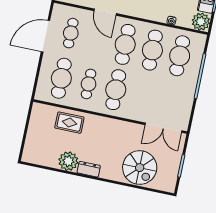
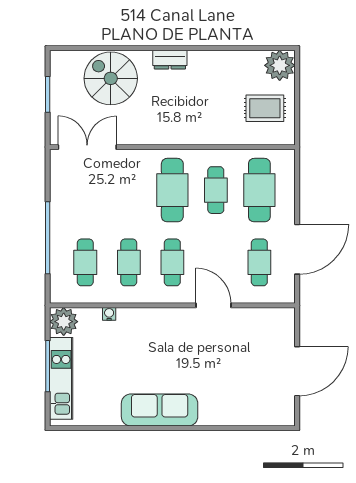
cafe table: (125, 44) -> (172, 262), width x0.73, depth x0.74
cafe table: (152, 50) -> (129, 262), width x0.73, depth x0.74
cafe table: (180, 56) -> (85, 262), width x0.73, depth x0.74
rug: (69, 123) -> (265, 108), moved
plant: (68, 161) -> (280, 65), moved
dresser: (89, 169) -> (170, 60), moved

